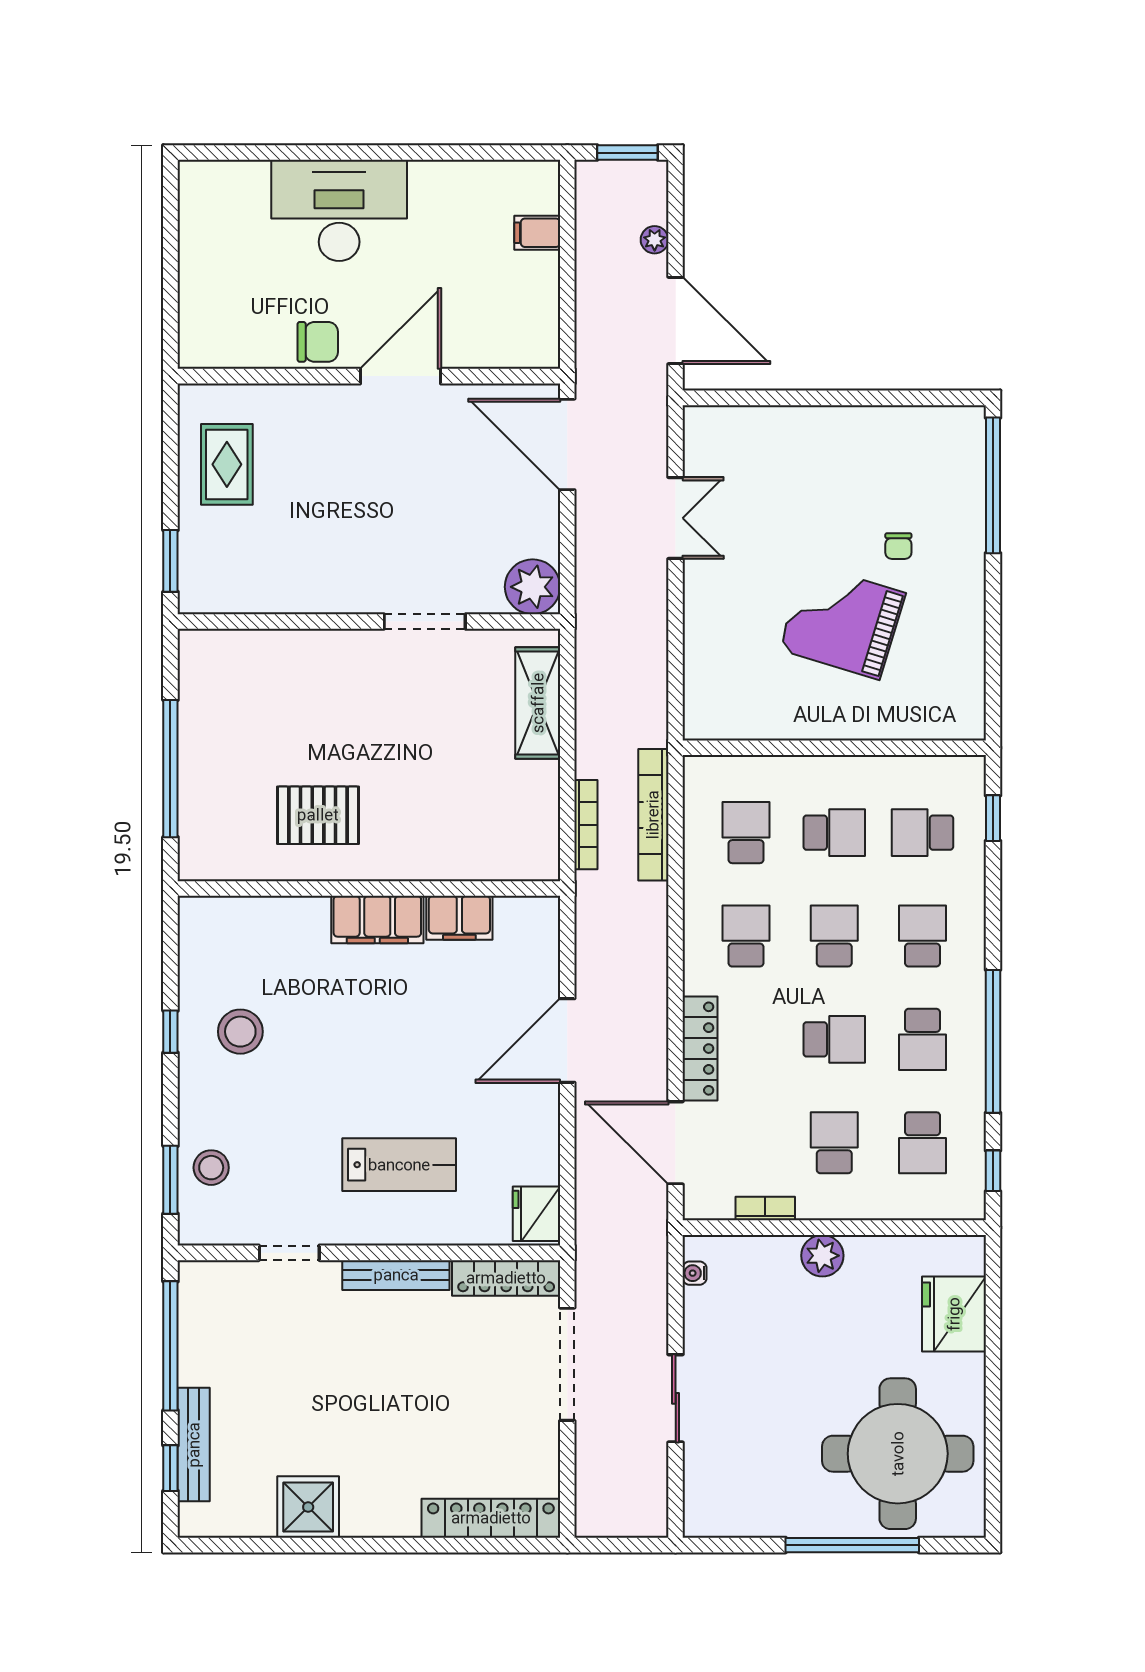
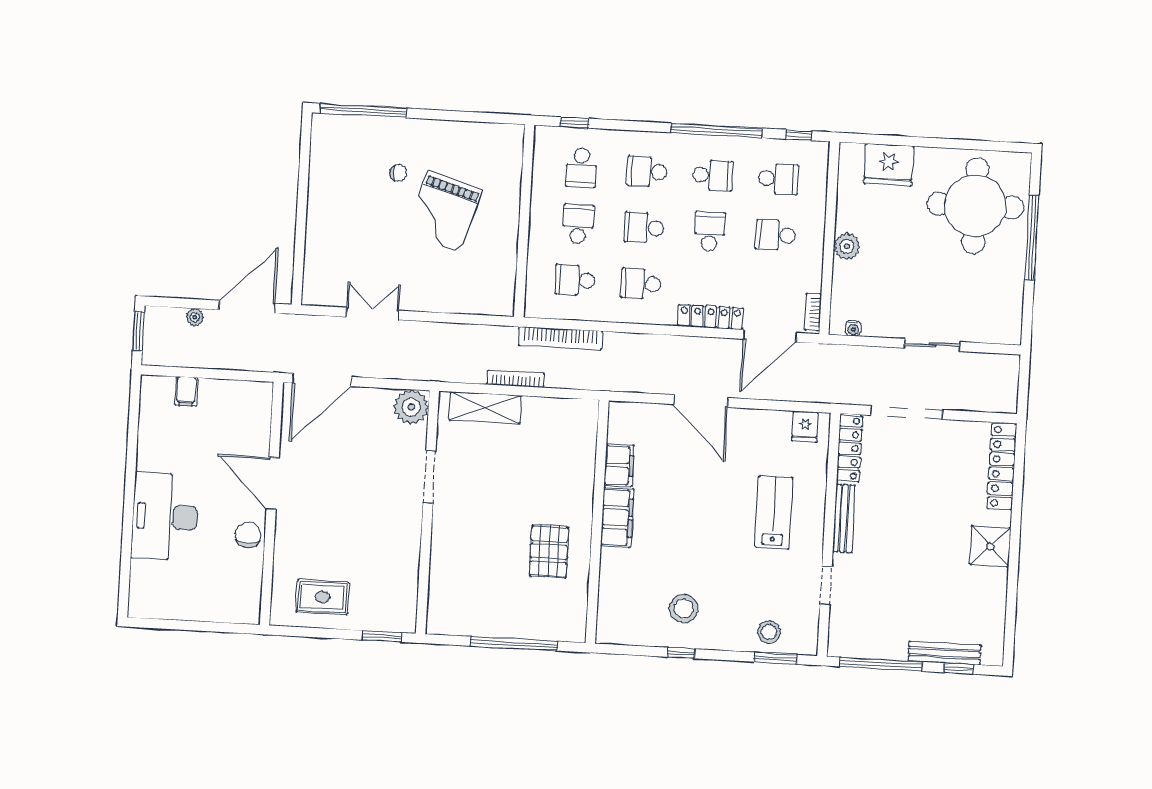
bookcase: (586, 825) -> (516, 379), moved
bookcase: (765, 1209) -> (813, 312), moved
fridge: (536, 1214) -> (805, 427), width x0.72
shower: (308, 1507) -> (990, 546), moved

